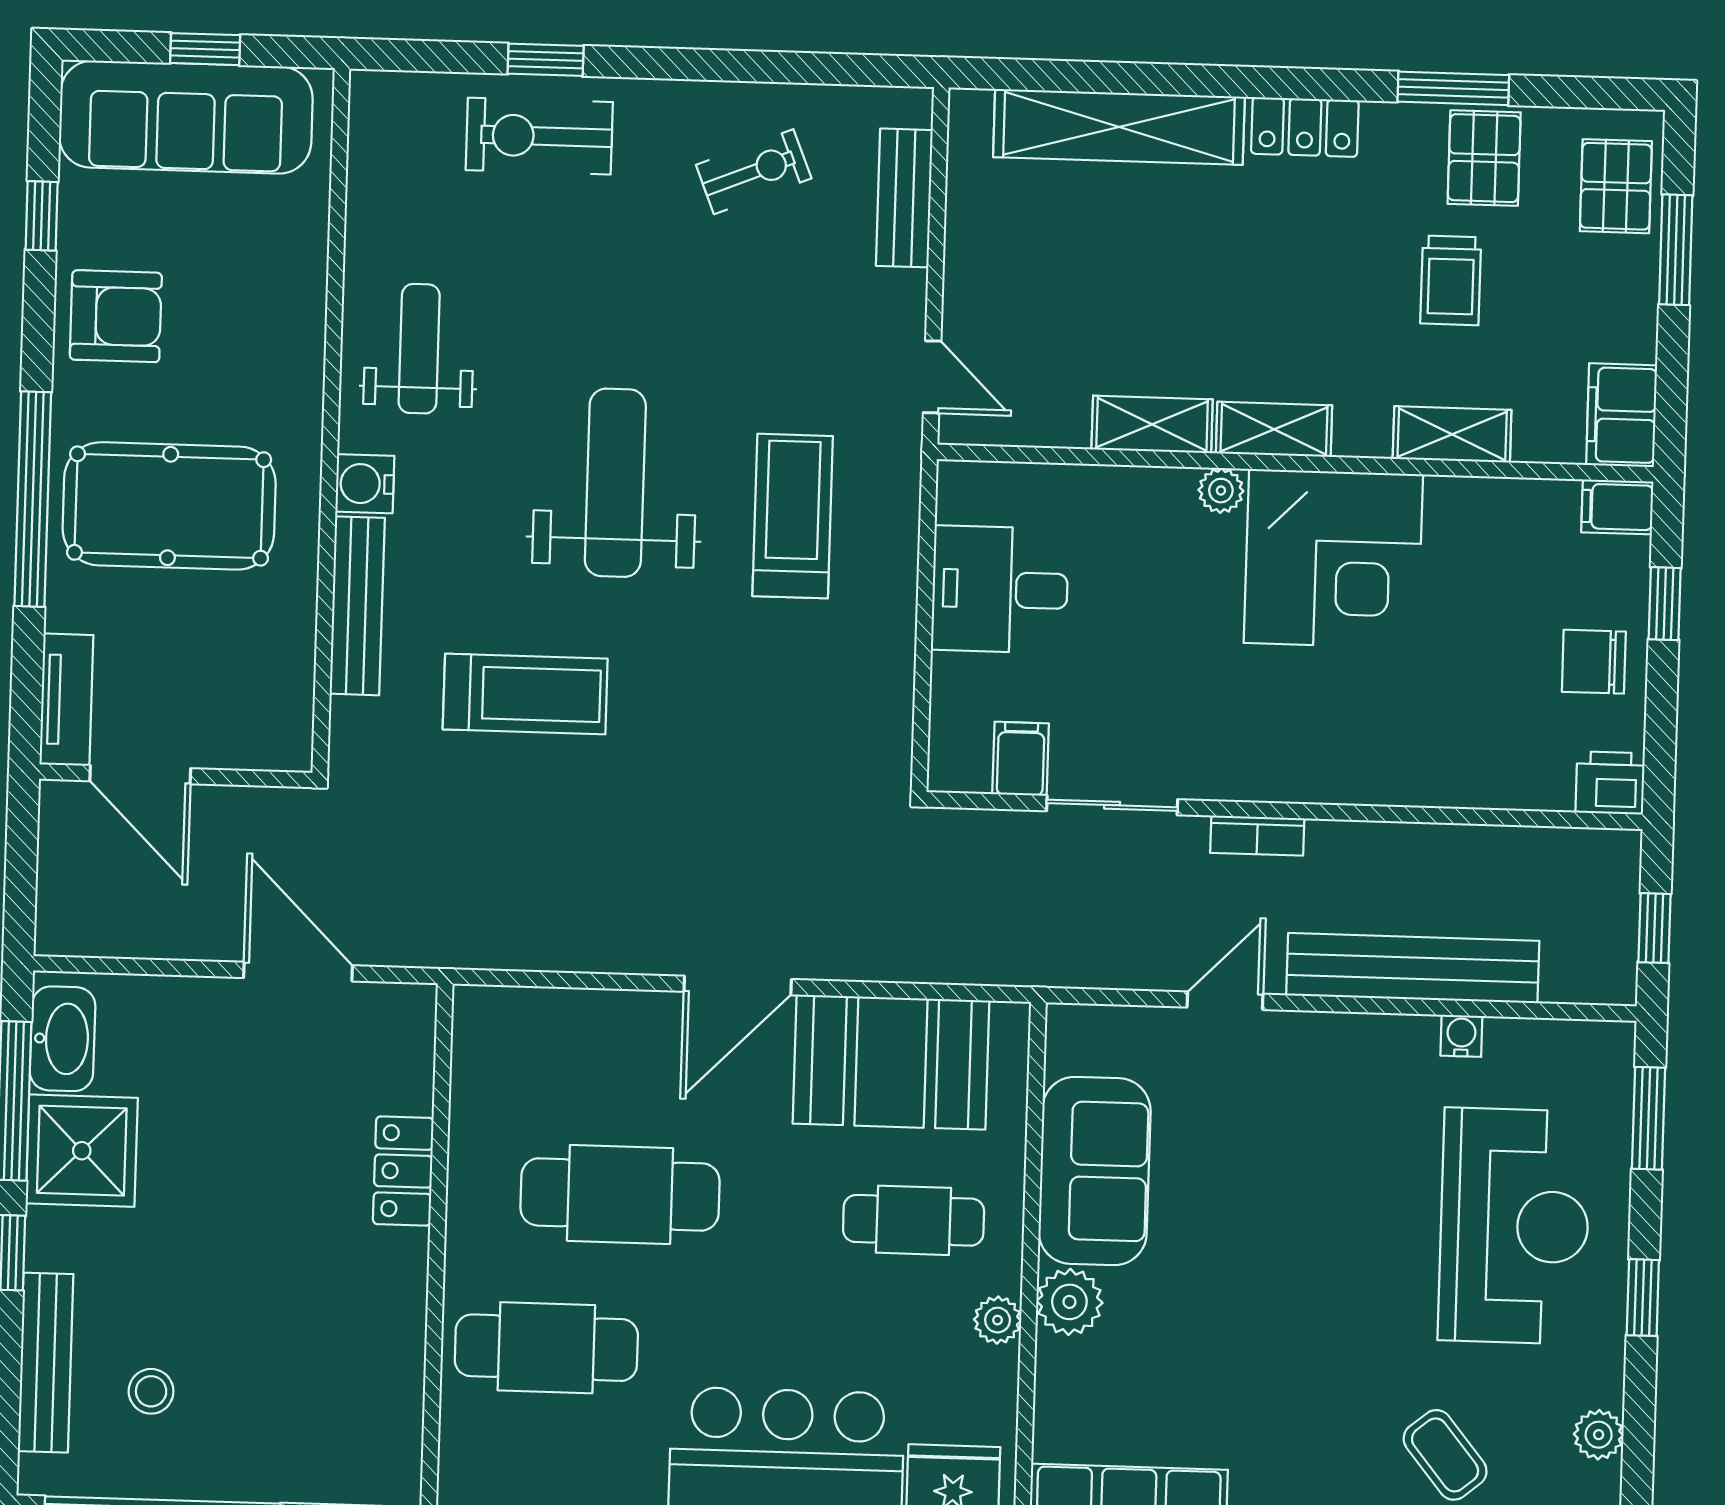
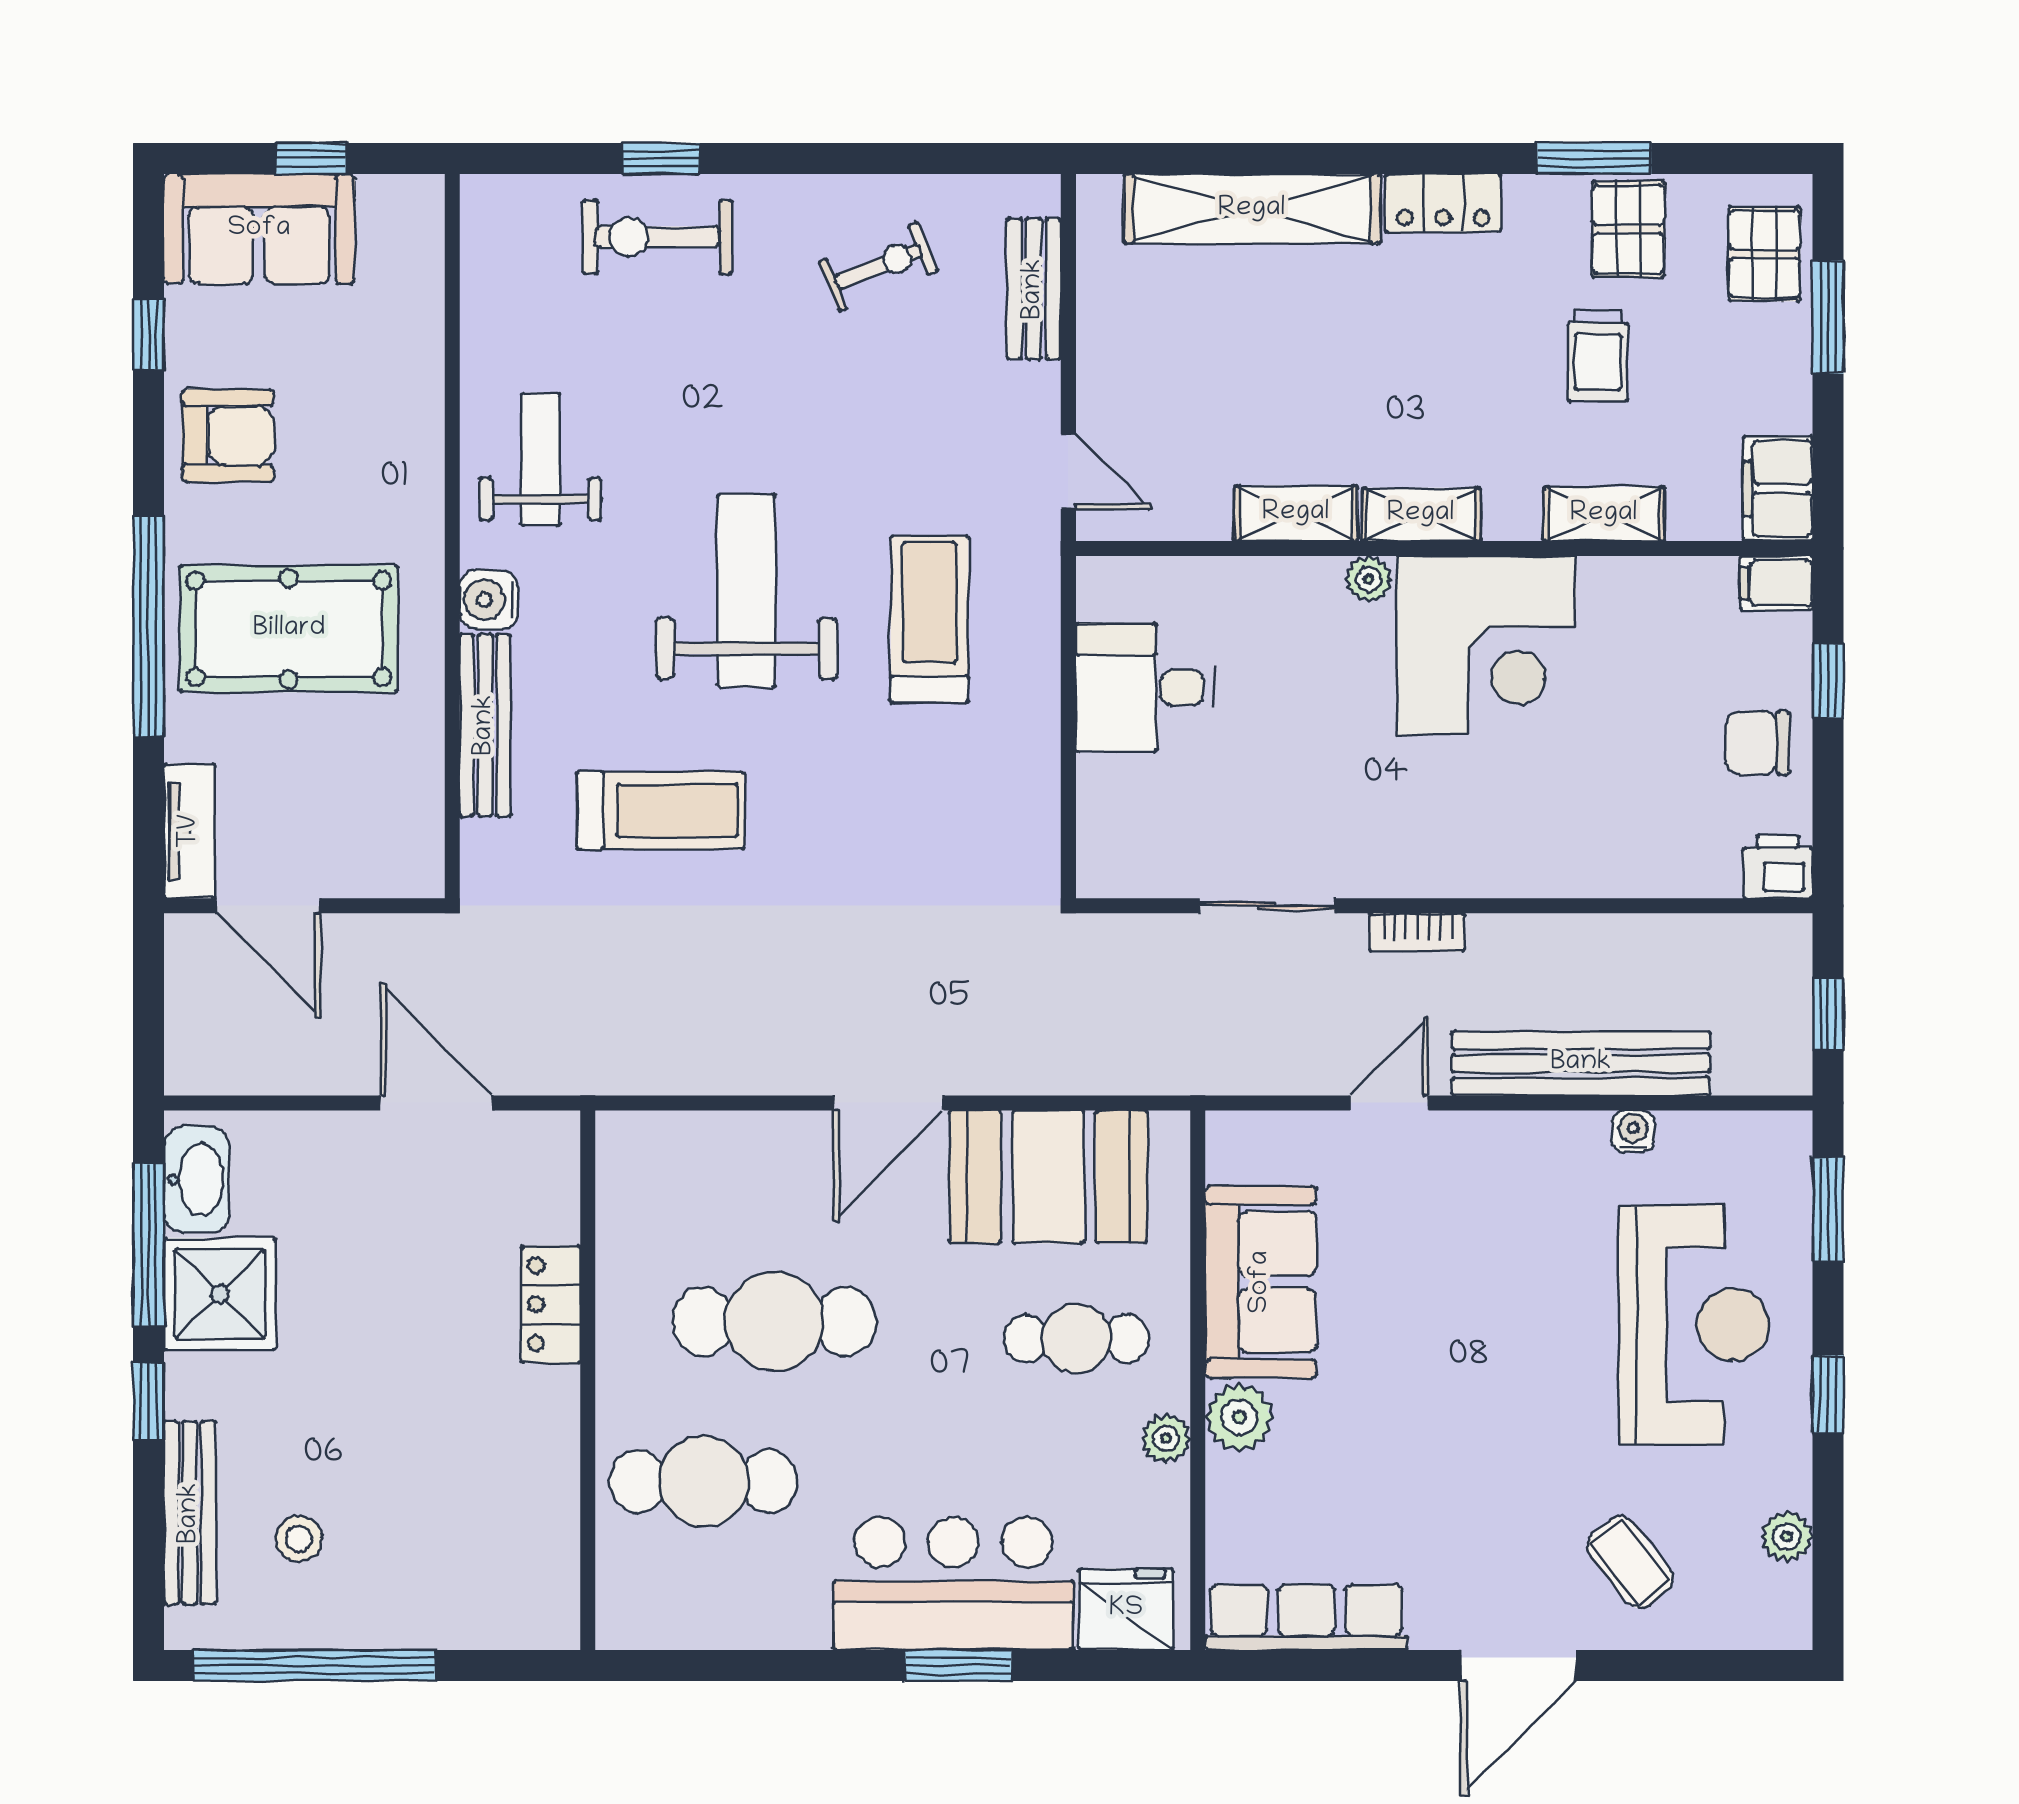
sofa: (186, 117) -> (259, 229), width x0.73
filing cabinet: (1021, 759) -> (1172, 861), removed

